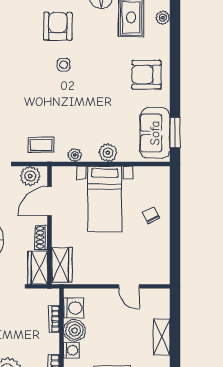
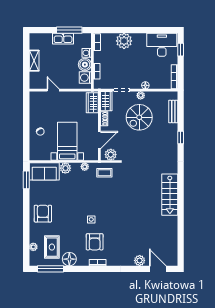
armchair: (146, 75) -> (43, 214), turned -90
sofa: (155, 133) -> (44, 171), moved, turned 90

